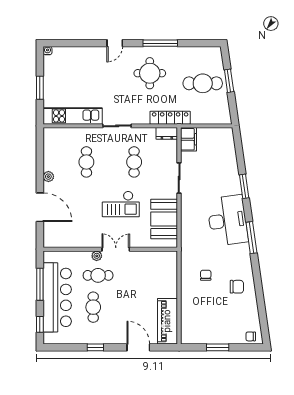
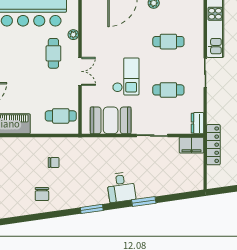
locker: (170, 118) -> (213, 145), moved
checkout: (121, 204) -> (126, 76), turned 180
desk: (228, 220) -> (121, 187), width x0.53, depth x0.77
window: (251, 238) -> (92, 209), width x0.69
plant: (97, 256) -> (73, 35), moved
cafe table: (93, 307) -> (61, 116), moved

